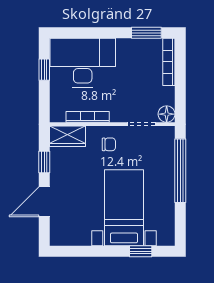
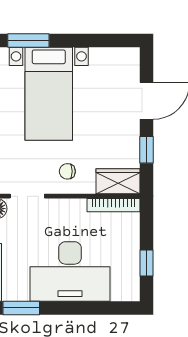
desk: (83, 63) -> (70, 271), moved
bookcase: (88, 117) -> (114, 205), moved
window: (141, 251) -> (28, 40), width x1.50

